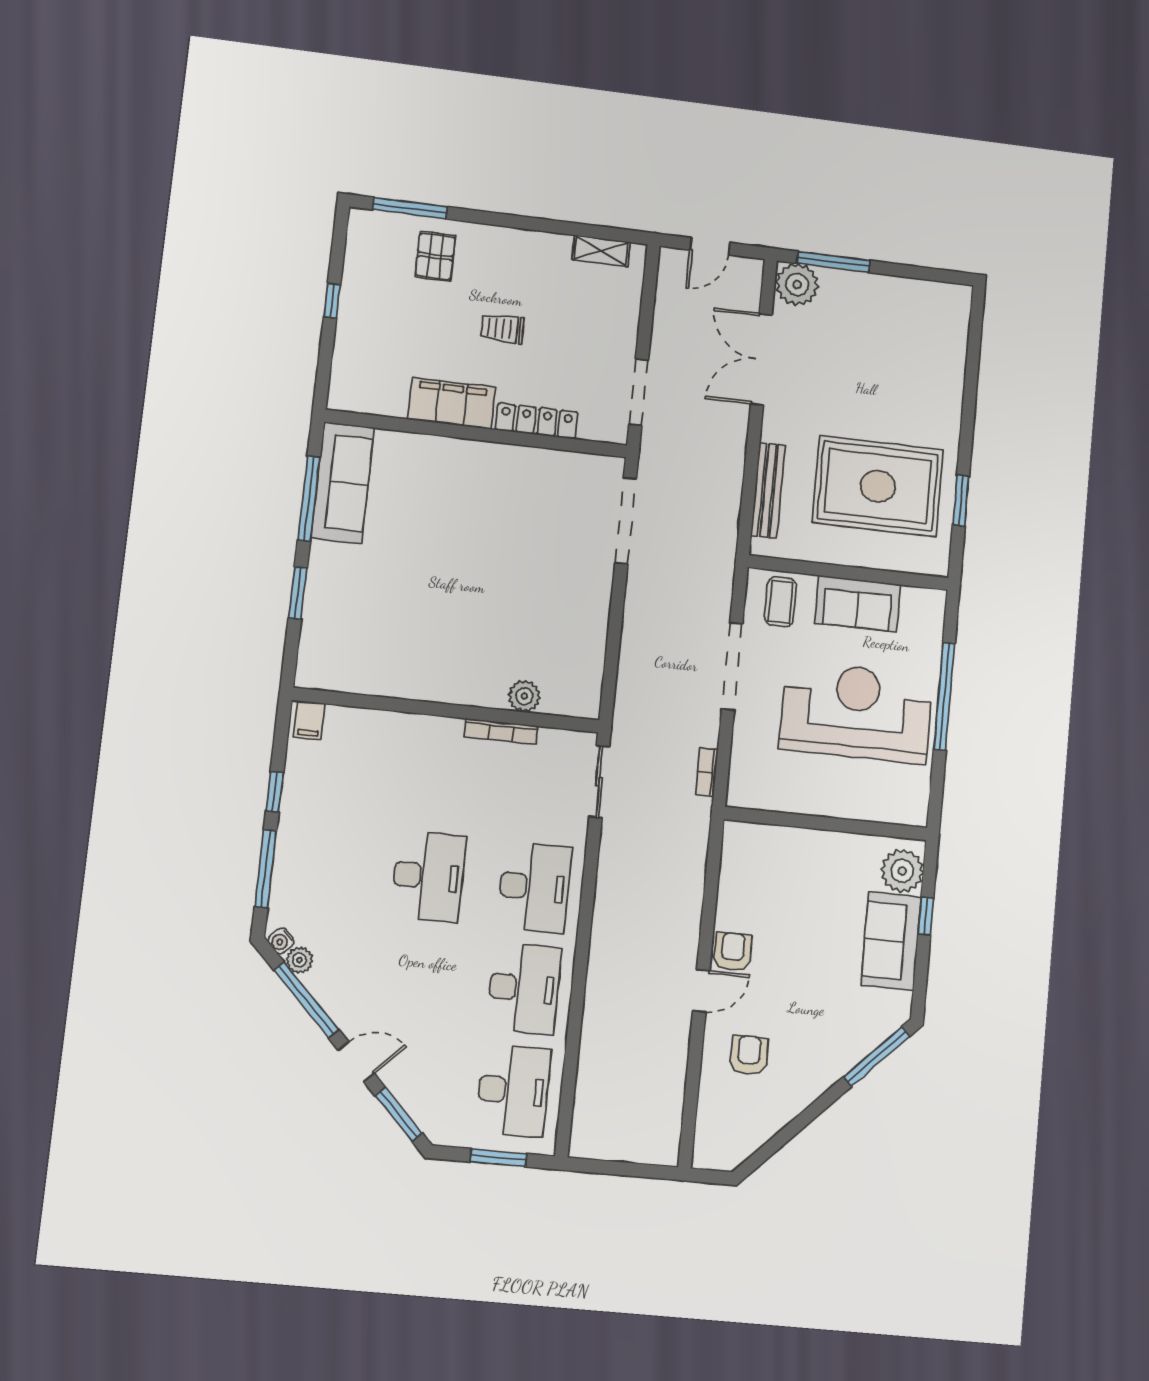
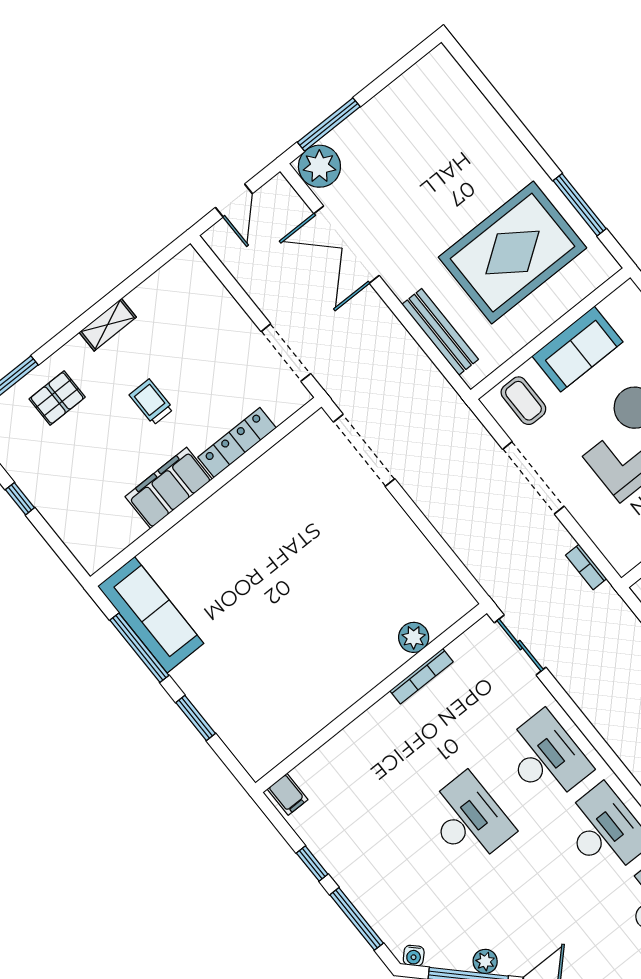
shelving: (601, 251) -> (108, 325), moved
pallet: (435, 256) -> (57, 398), turned 90
trolley: (502, 329) -> (151, 402), turned 90
window: (961, 501) -> (580, 205), width x1.44
plant: (299, 960) -> (485, 961), moved

